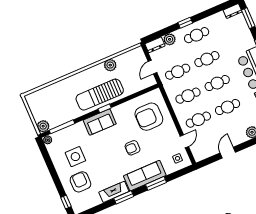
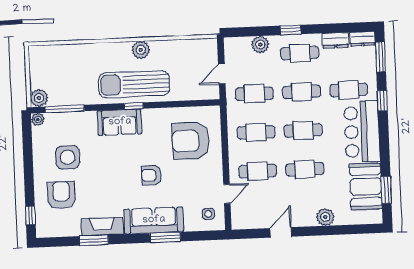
dresser: (155, 45) -> (335, 40), moved
cafe table: (236, 47) -> (349, 90), added
plant: (110, 65) -> (141, 50), moved
window: (124, 197) -> (94, 240), moved

